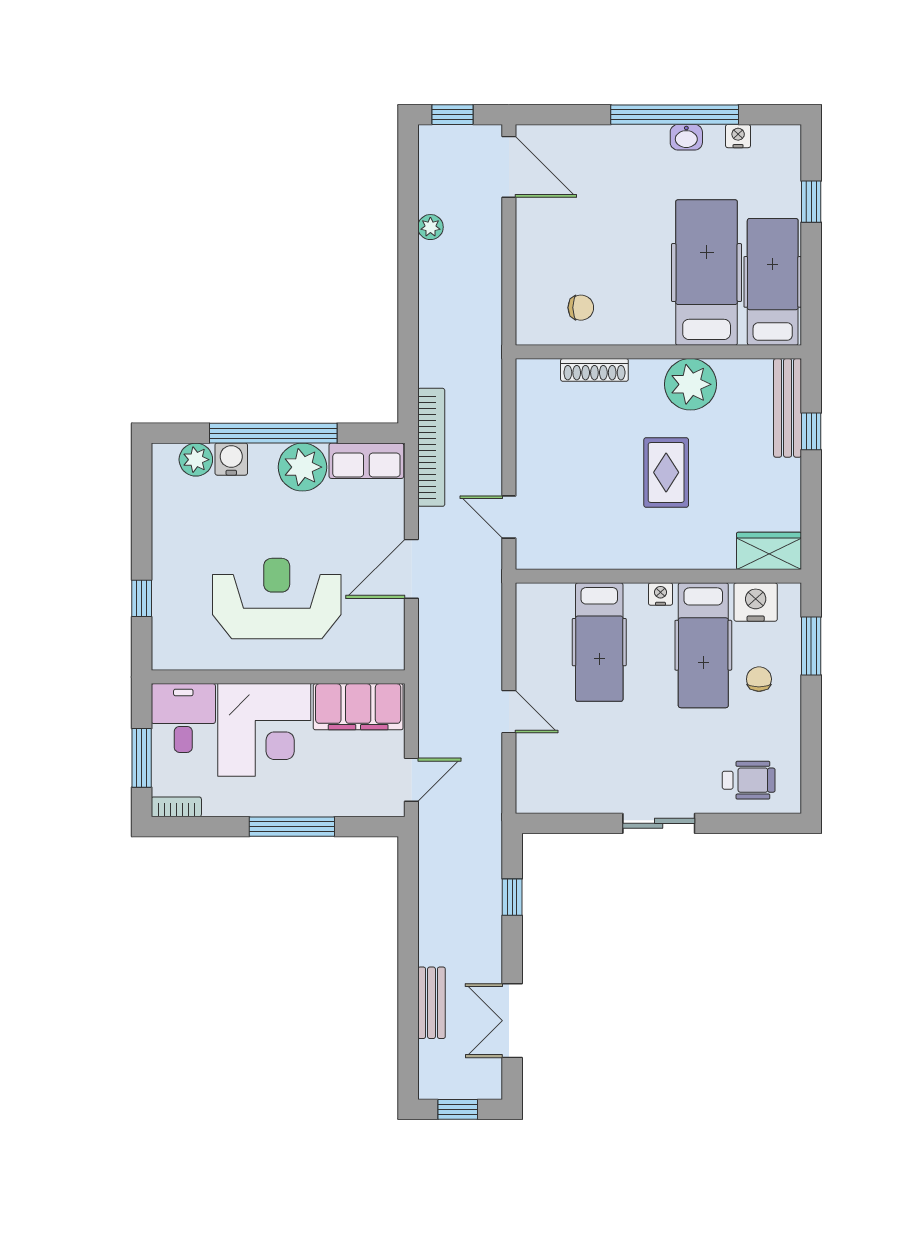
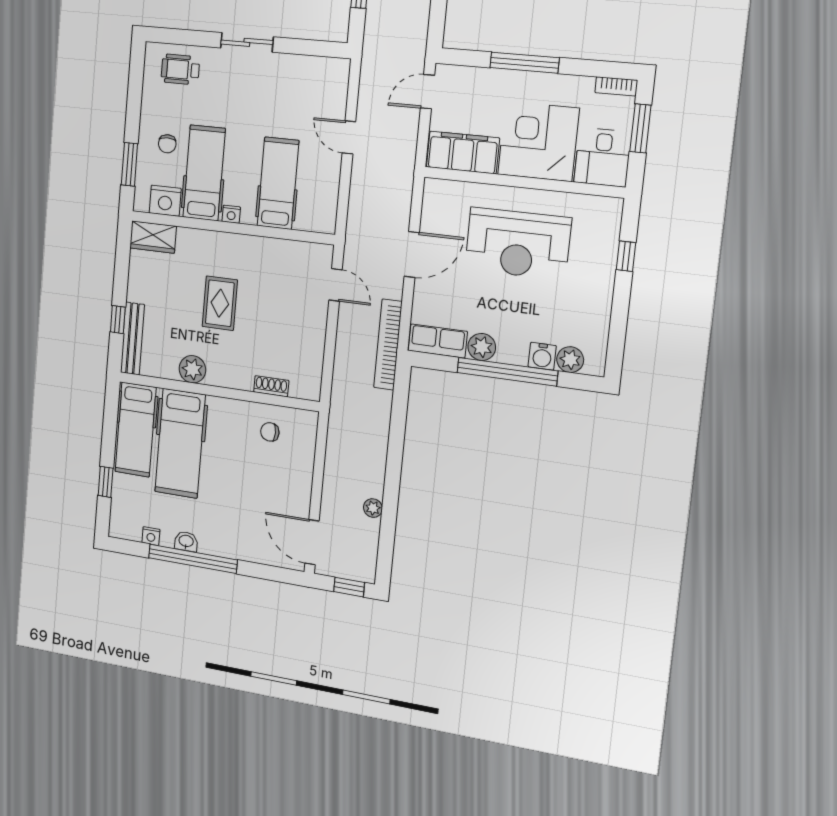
shoe rack: (594, 370) -> (271, 386), width x0.70
plant: (690, 384) -> (192, 369), width x0.73, depth x0.73
plant: (302, 467) -> (482, 347), width x0.73, depth x0.73

